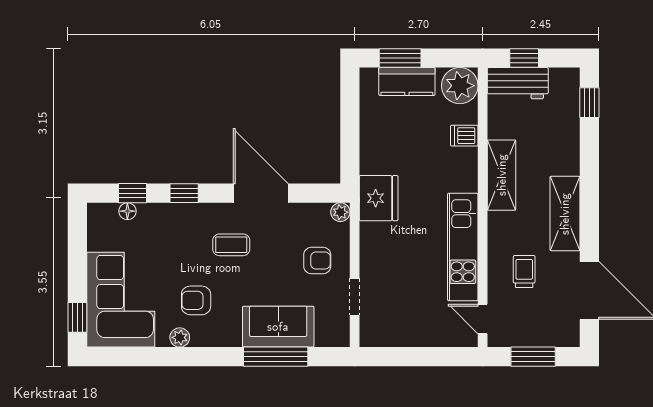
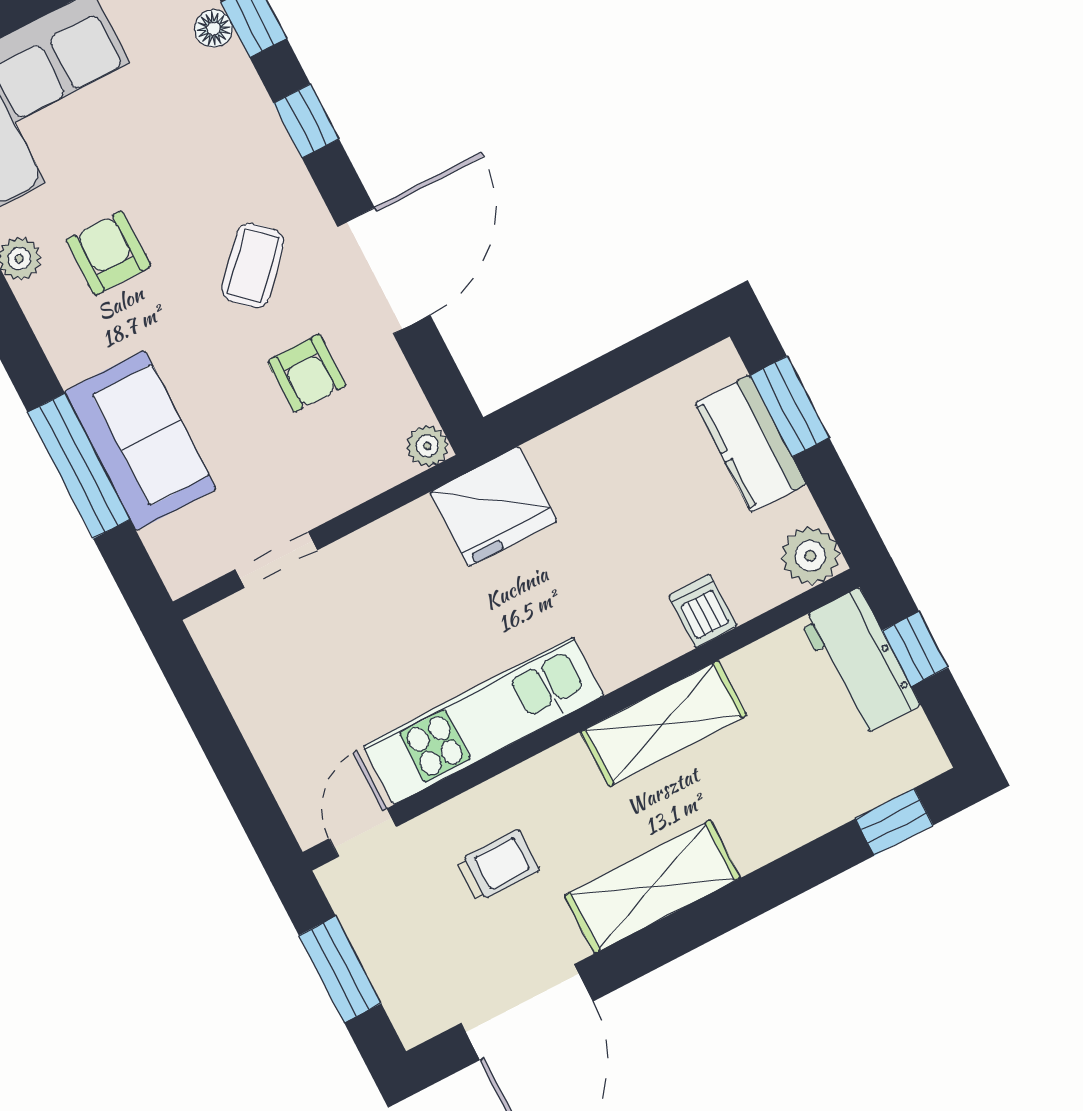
plant: (460, 86) -> (810, 556), width x0.73, depth x0.73
coffee table: (231, 245) -> (253, 266), turned 43
armchair: (317, 261) -> (307, 373), moved

